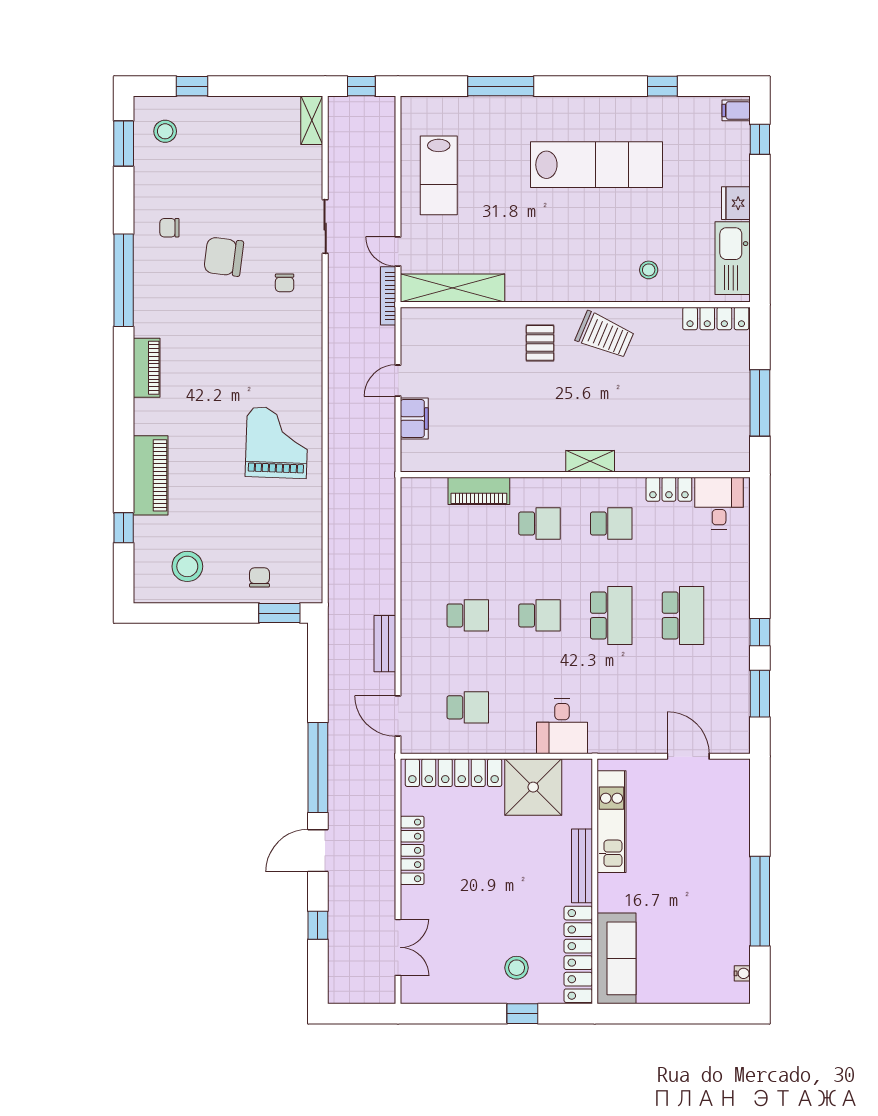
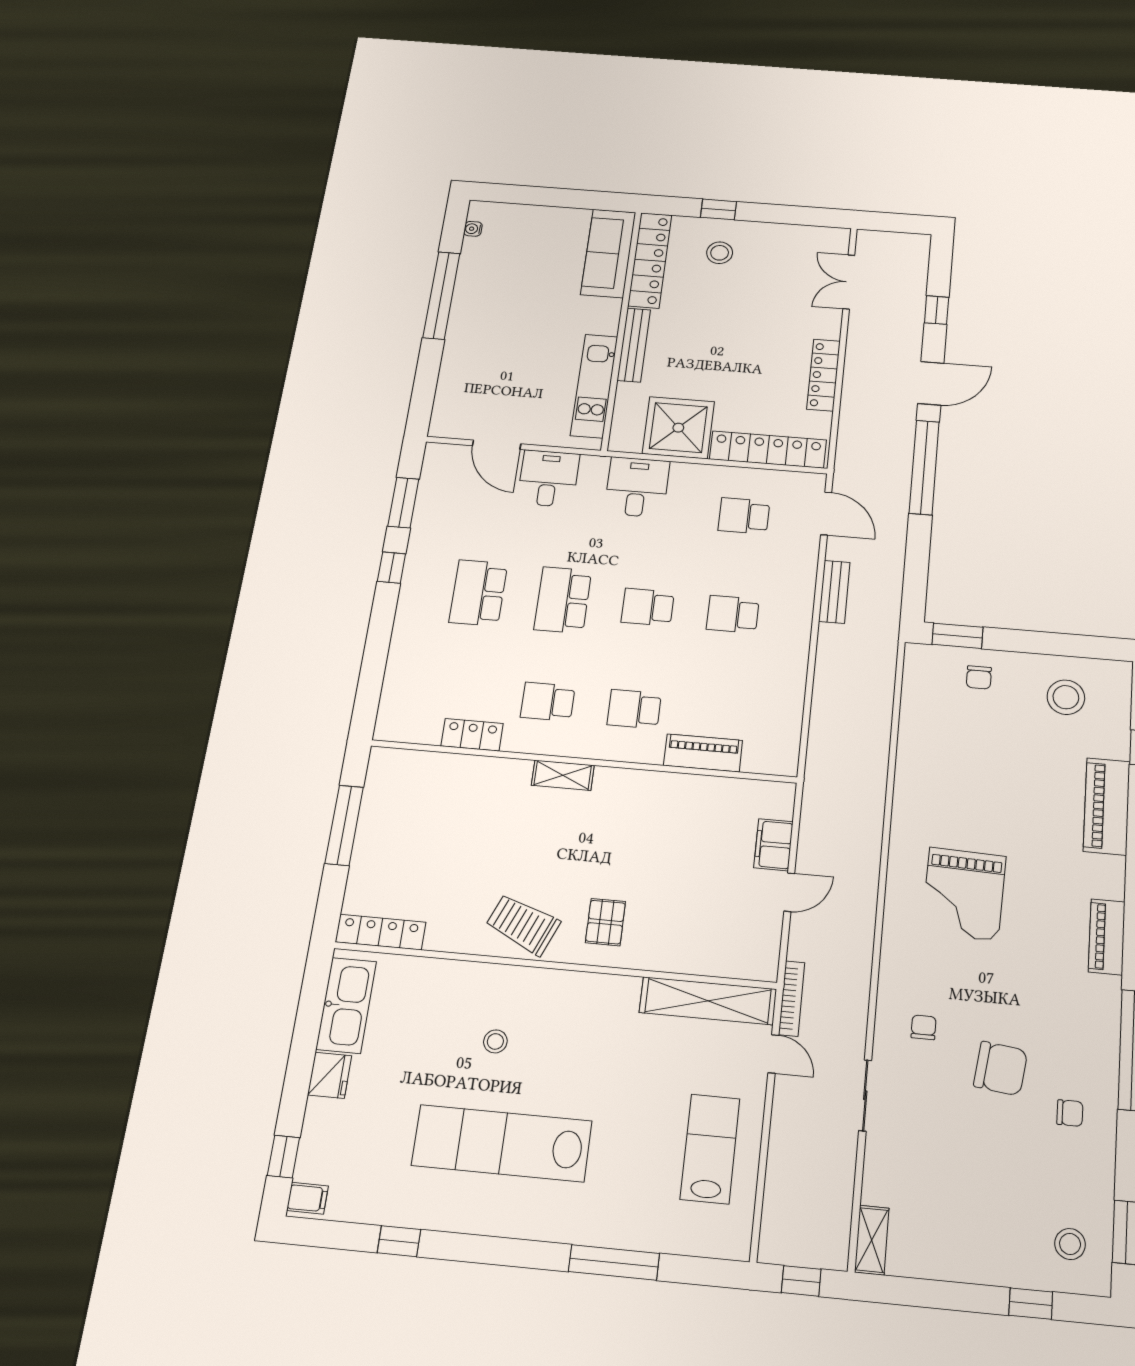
stool: (649, 270) -> (495, 1041), moved
grand piano: (277, 443) -> (964, 894), moved
desk: (719, 503) -> (548, 478), moved, turned 180

